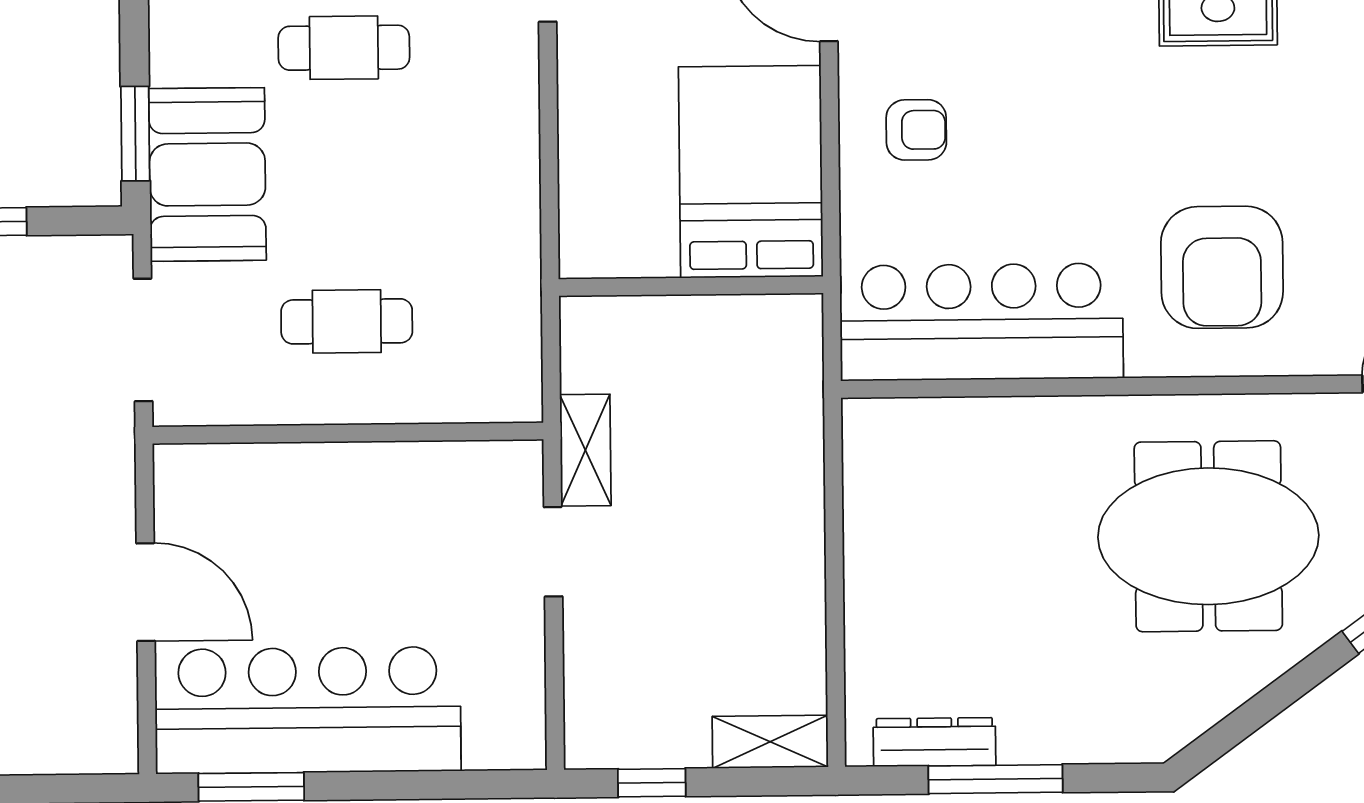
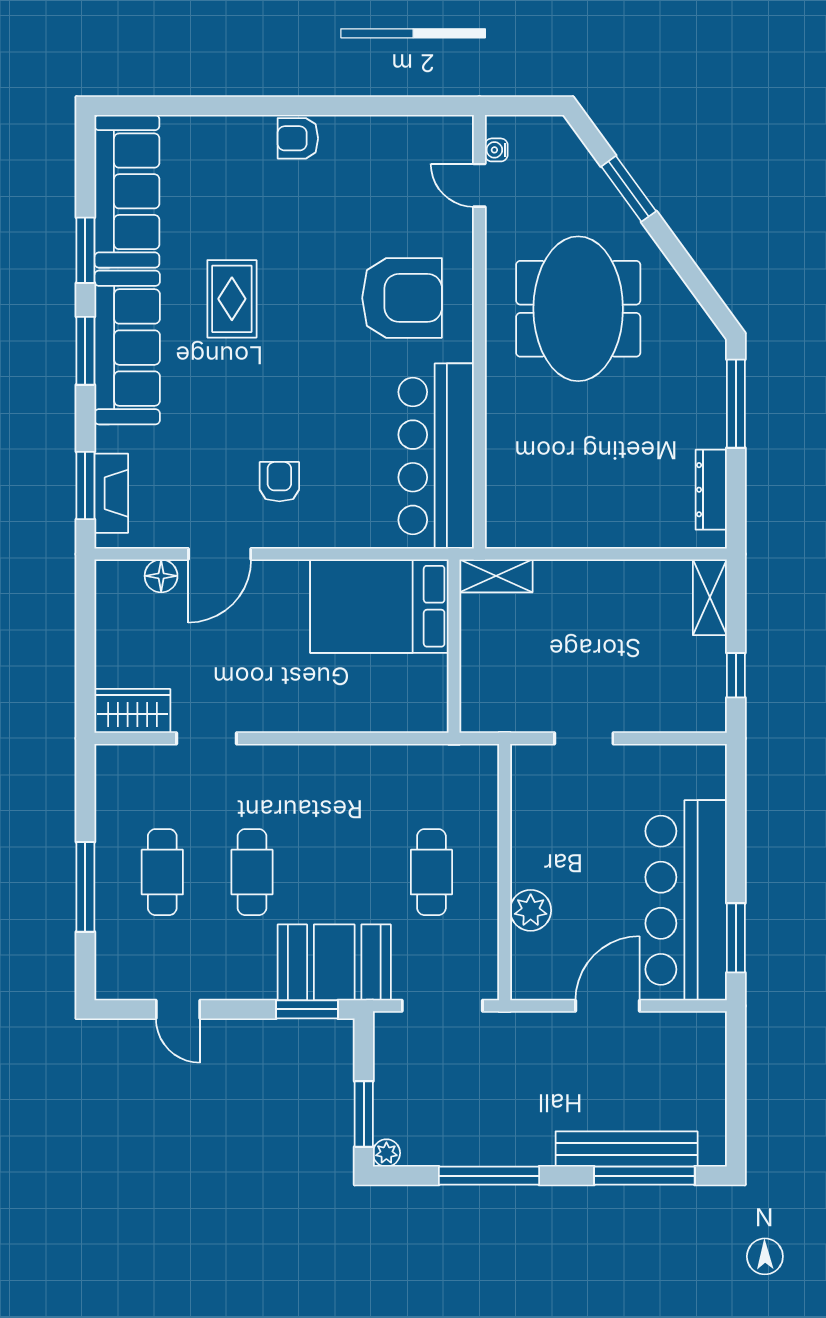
armchair: (916, 130) -> (279, 482), moved
bed: (751, 172) -> (379, 606), moved
wall: (691, 286) -> (454, 646), moved
shelving: (585, 450) -> (496, 576), moved
plant: (290, 473) -> (531, 910), added
window: (995, 779) -> (736, 404), moved

